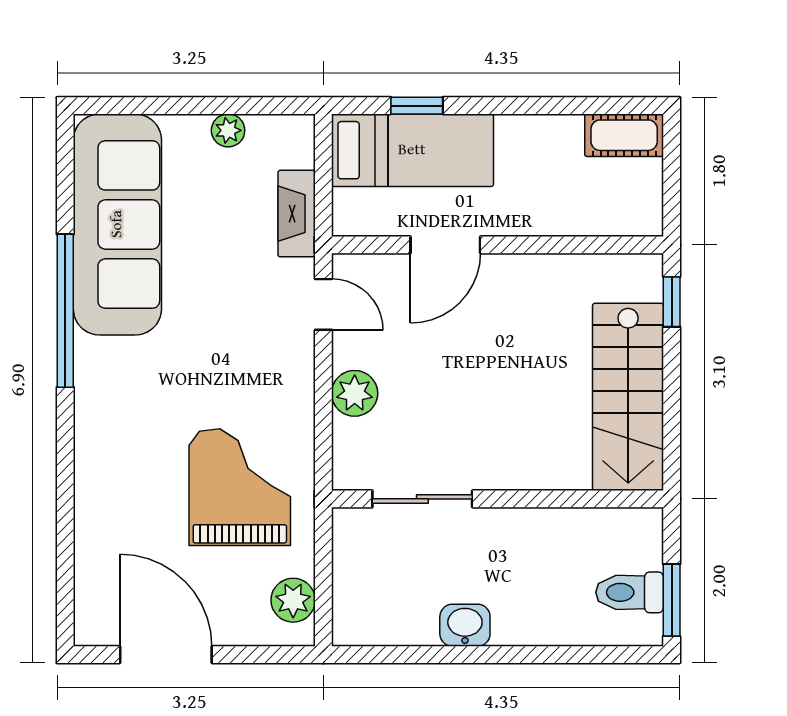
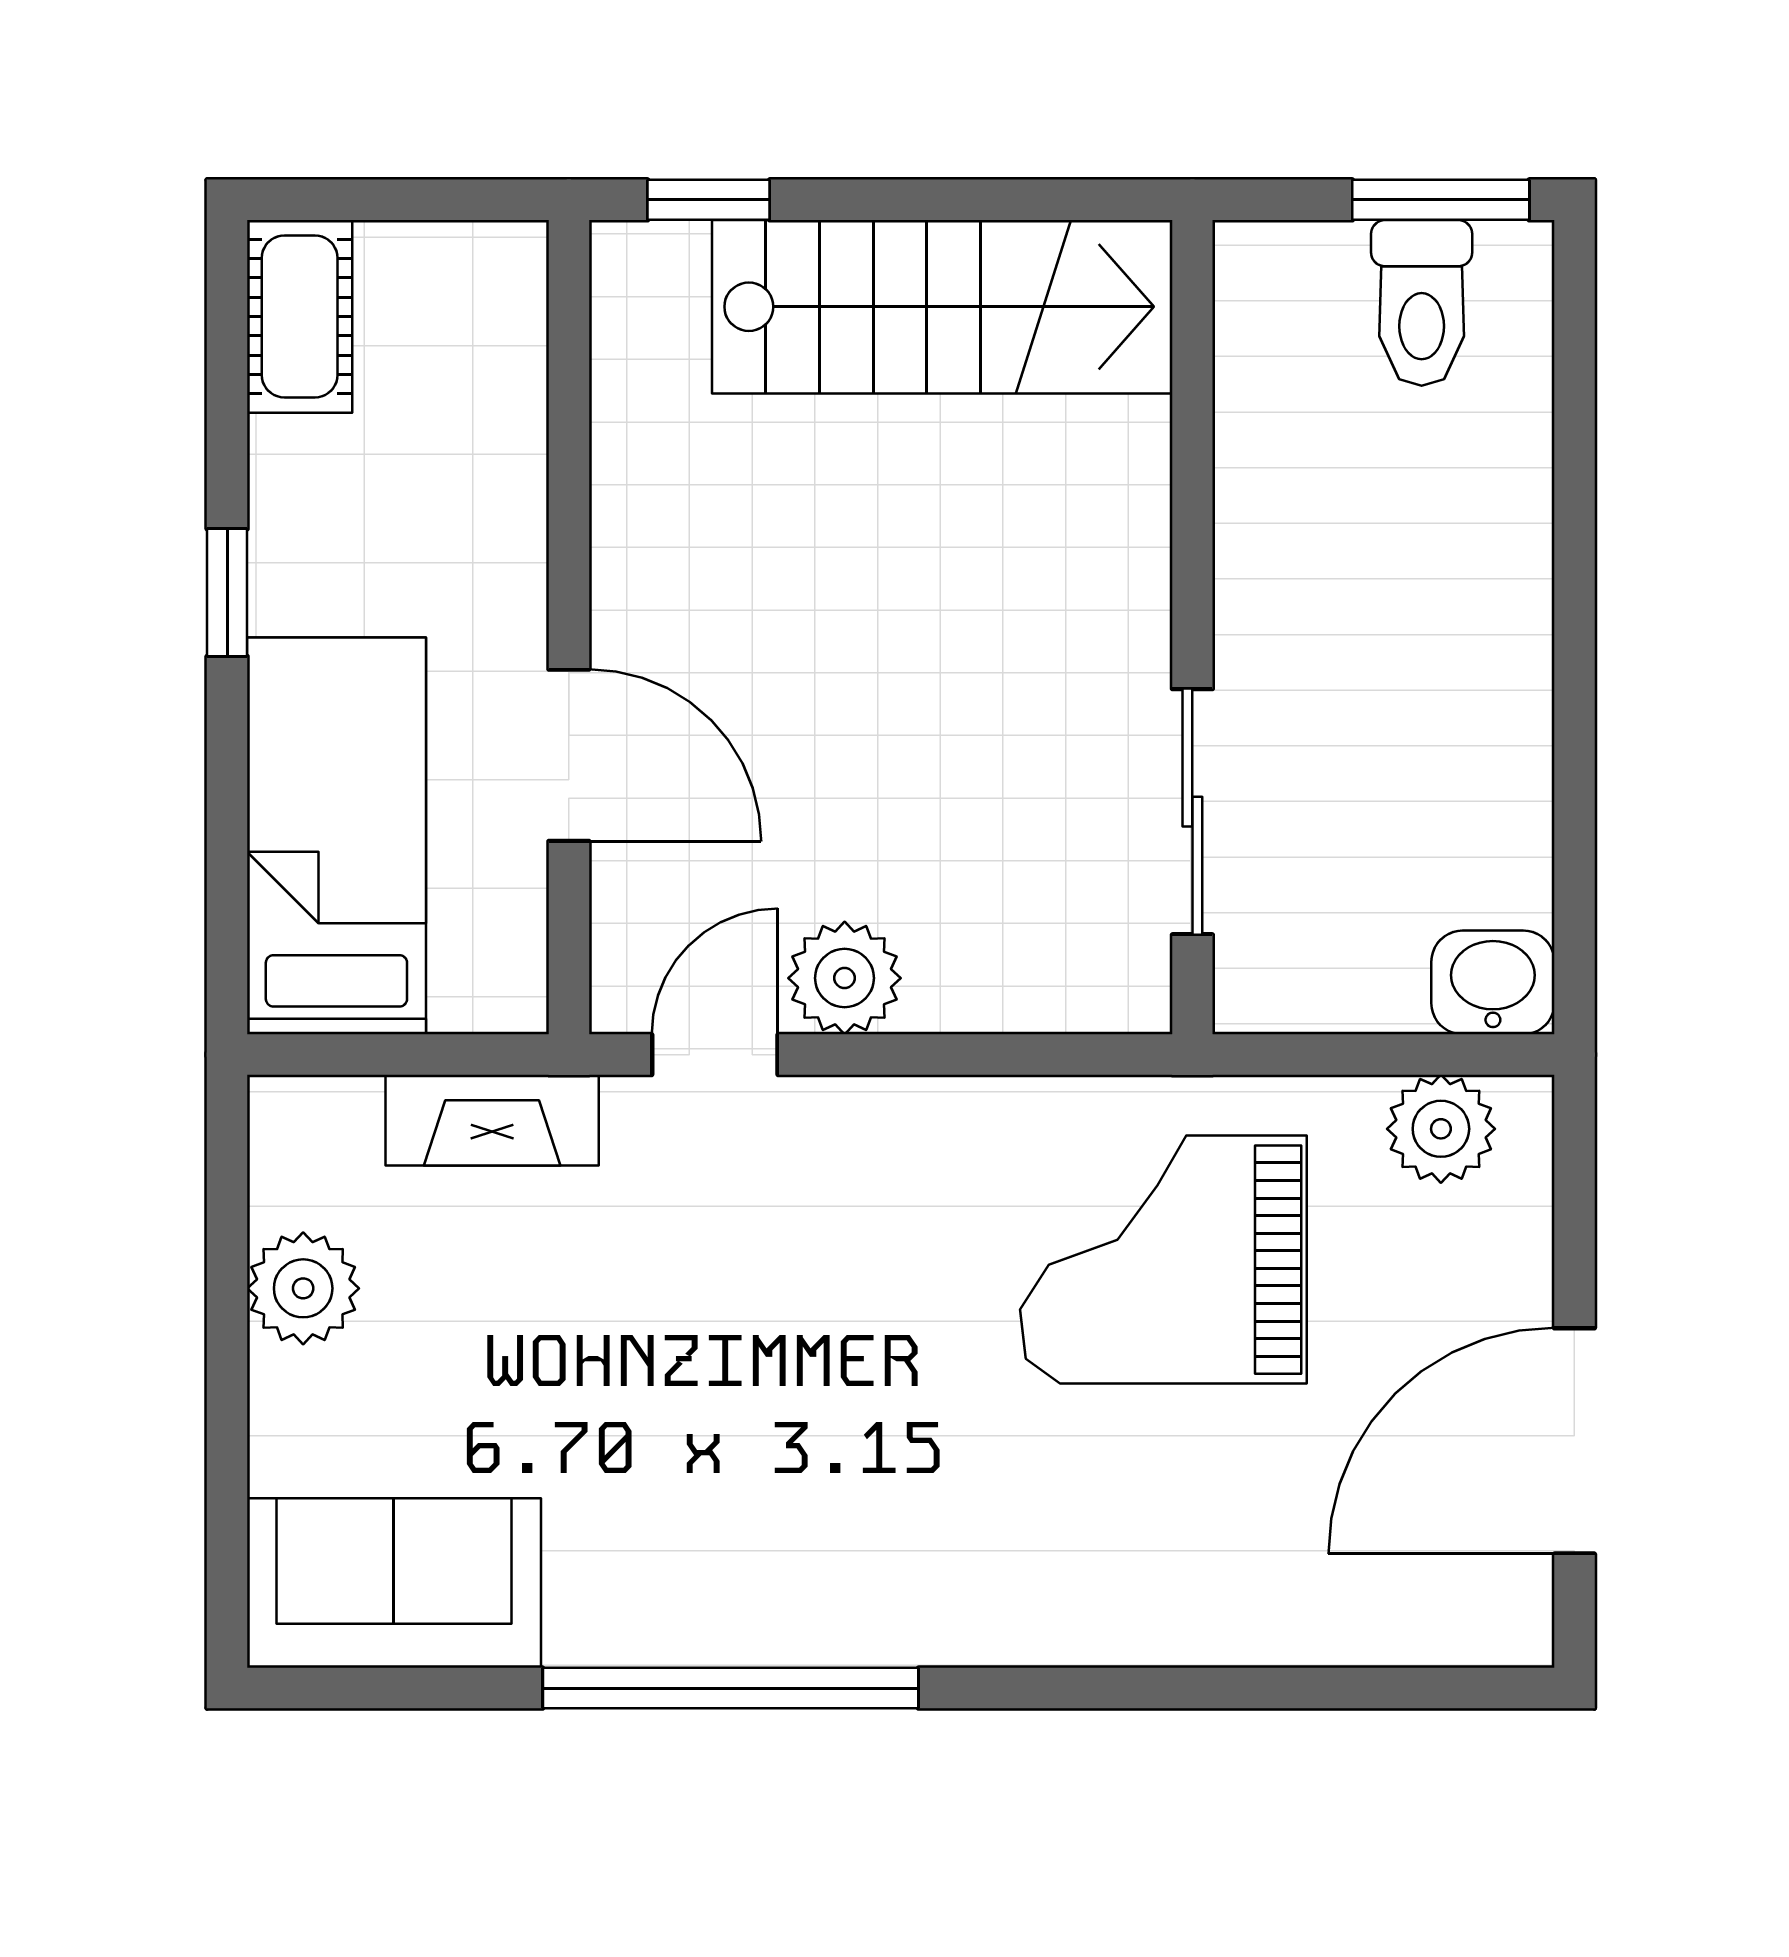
window: (417, 106) -> (227, 593), moved
plant: (228, 130) -> (303, 1288), width x1.38, depth x1.38
sofa: (117, 224) -> (394, 1583), width x0.54, depth x0.79
plant: (355, 393) -> (845, 978), moved
washbasin: (465, 625) -> (1493, 982), moved, turned 90

